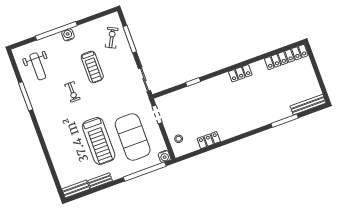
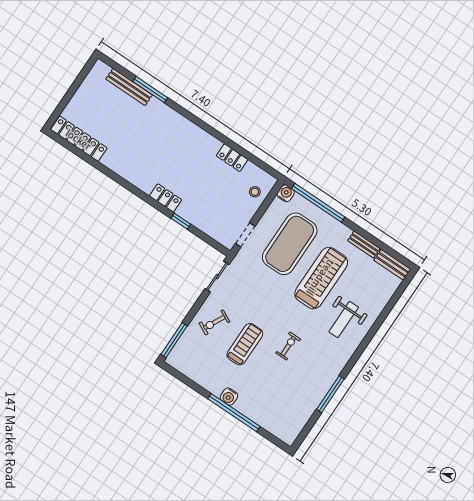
exercise bike: (112, 38) -> (214, 322), moved
window: (130, 39) -> (174, 340), moved
weight bench: (38, 66) -> (344, 320), moved, turned 180
locker: (240, 73) -> (166, 198), moved
bench: (308, 105) -> (129, 87), moved

